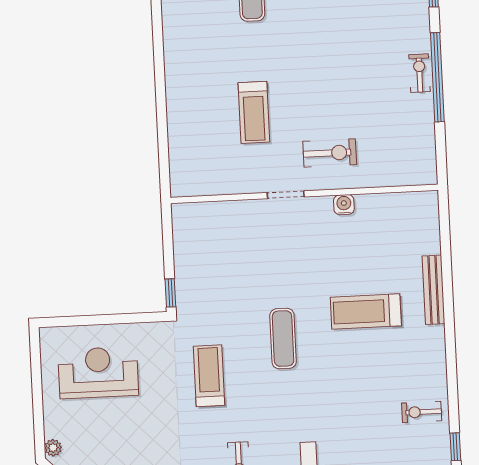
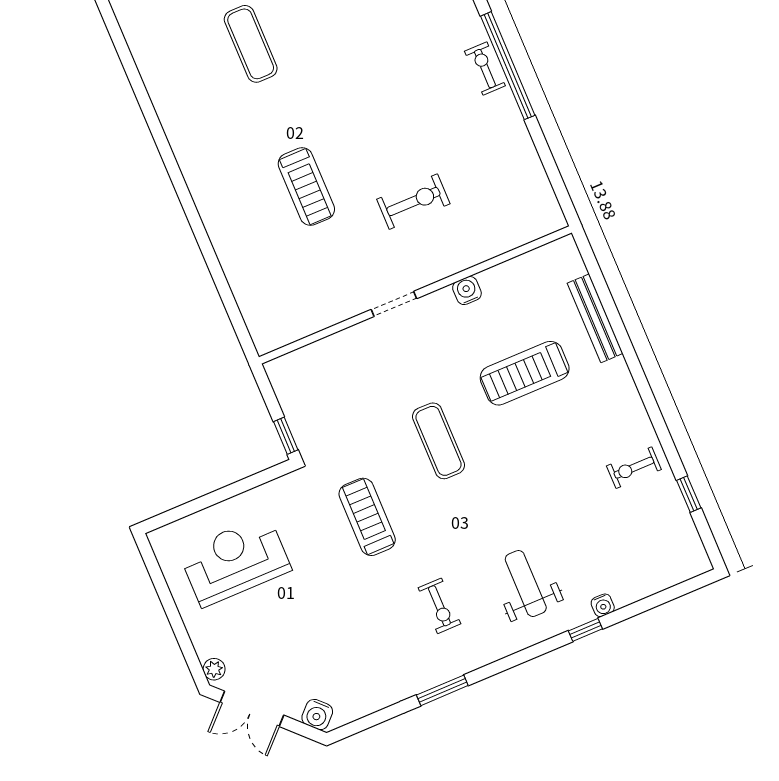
wall: (304, 194) -> (415, 295), moved
doorway: (286, 195) -> (394, 304), moved
water cooler: (344, 205) -> (467, 291), moved

